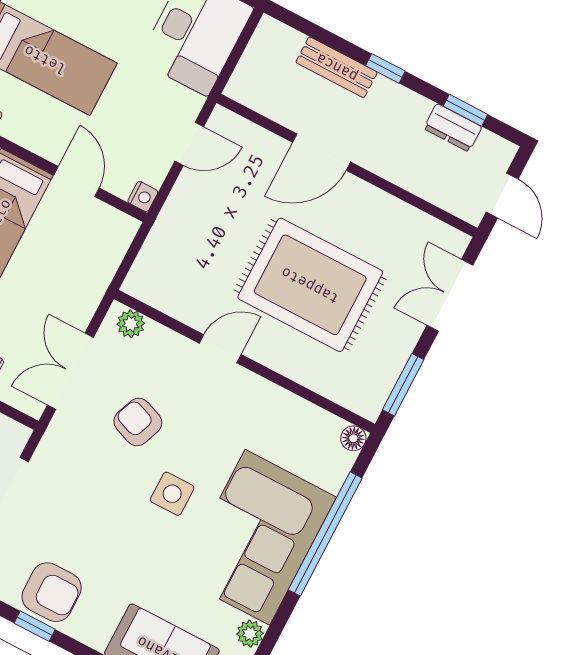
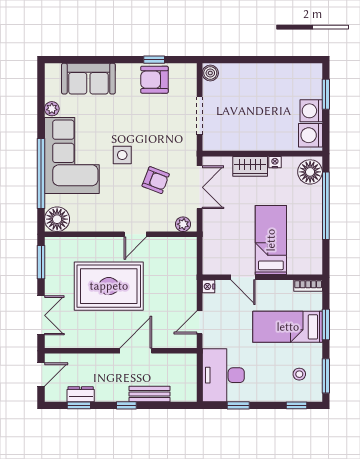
door: (502, 196) -> (41, 375), swing flipped
floor lamp: (353, 438) -> (57, 219), width x1.89, depth x1.89

